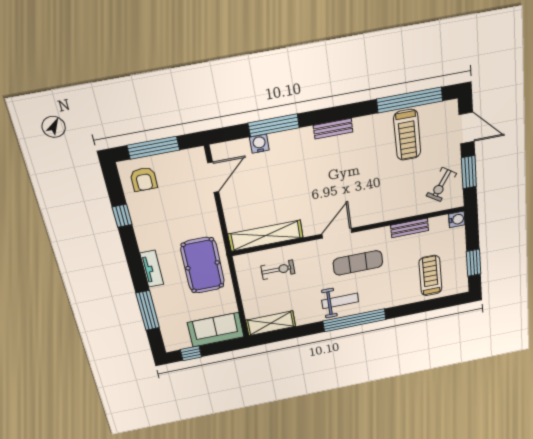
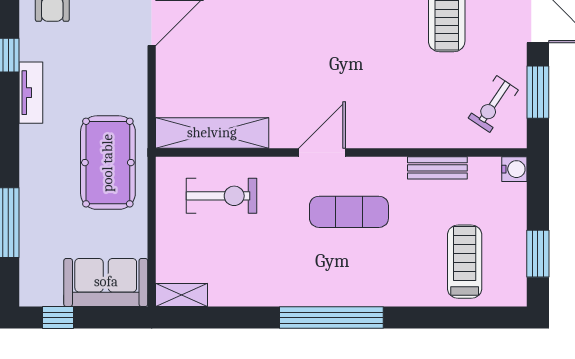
tv unit: (152, 269) -> (31, 93), moved
exercise bike: (278, 270) -> (221, 196), width x1.38, depth x1.39
weight bench: (340, 301) -> (312, 275), removed
shelving: (271, 323) -> (182, 295), width x0.67, depth x0.75

